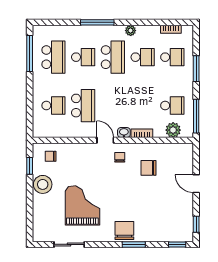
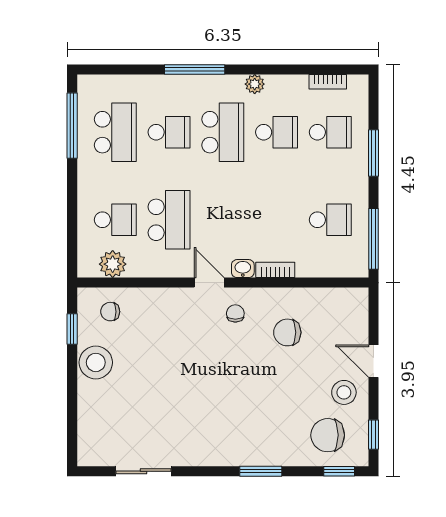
plant: (173, 130) -> (113, 264), moved
stool: (180, 201) -> (344, 392), added
grand piano: (82, 205) -> (168, 400), removed
chair: (124, 230) -> (328, 435), moved, turned -90

